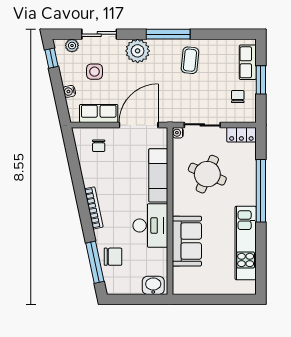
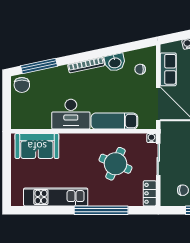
sofa: (187, 241) -> (37, 146), moved
chair: (113, 257) -> (22, 85), moved
washbasin: (153, 285) -> (115, 62), moved, turned 78

